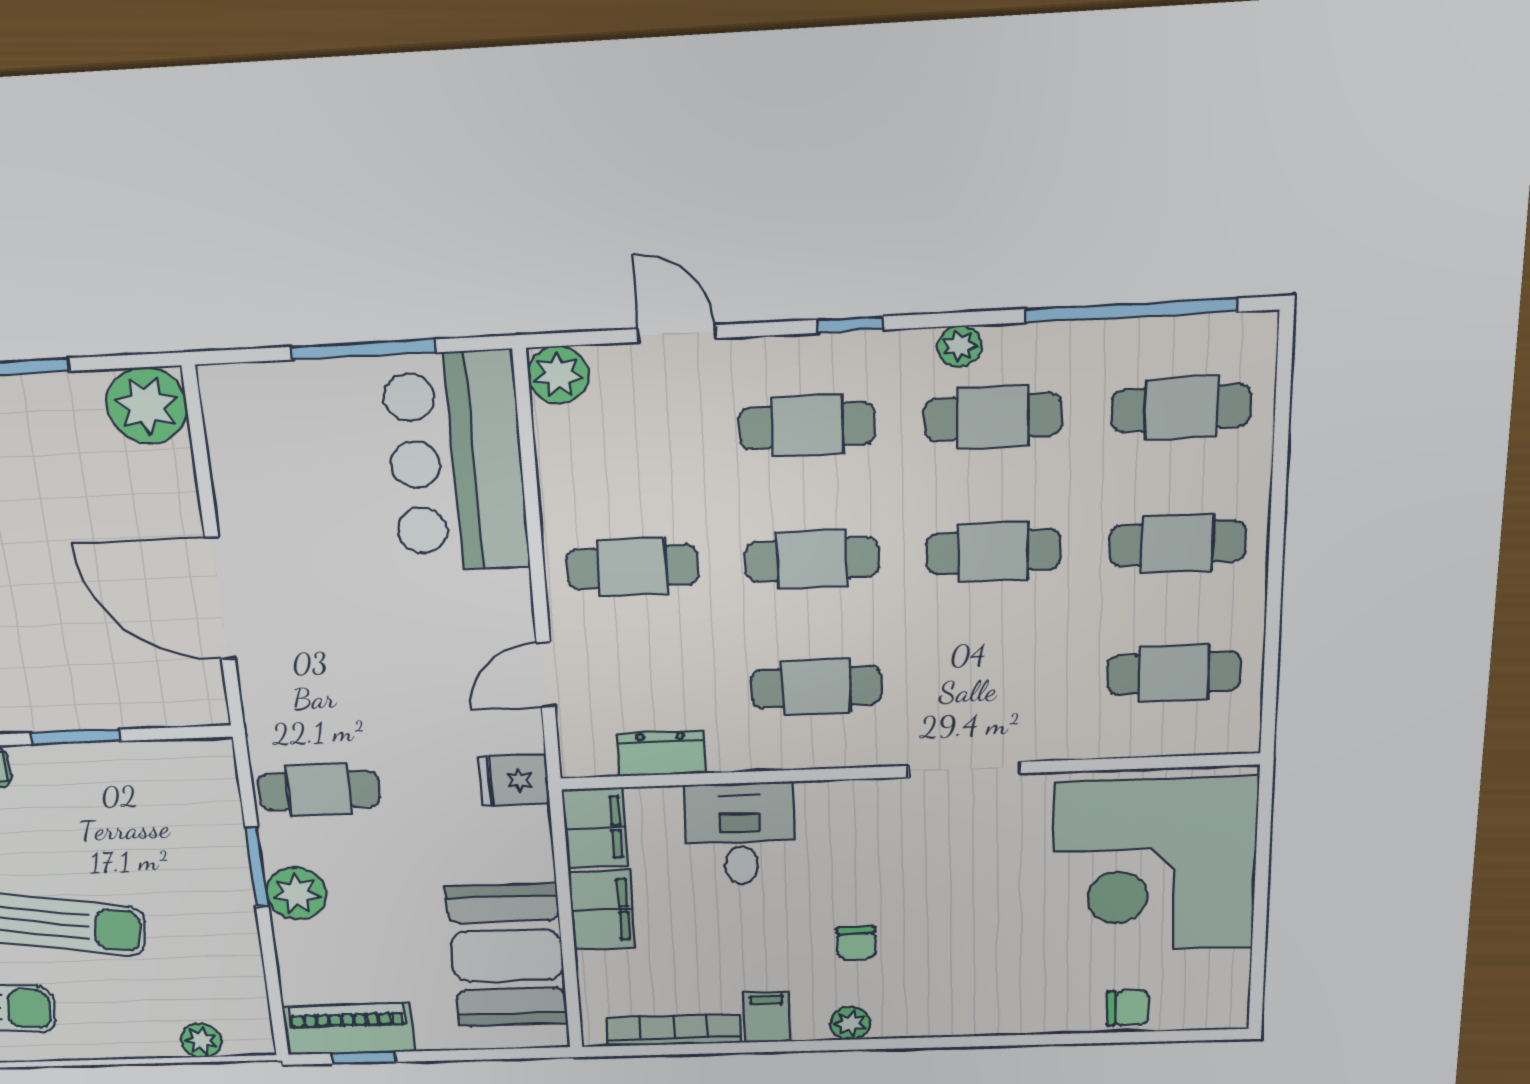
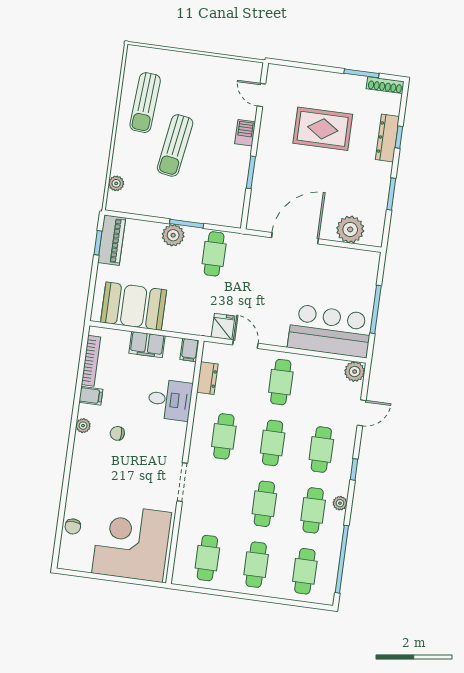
plant: (147, 405) -> (350, 229), moved
fridge: (514, 780) -> (223, 327), moved
filing cabinet: (595, 828) -> (190, 350), width x0.50

